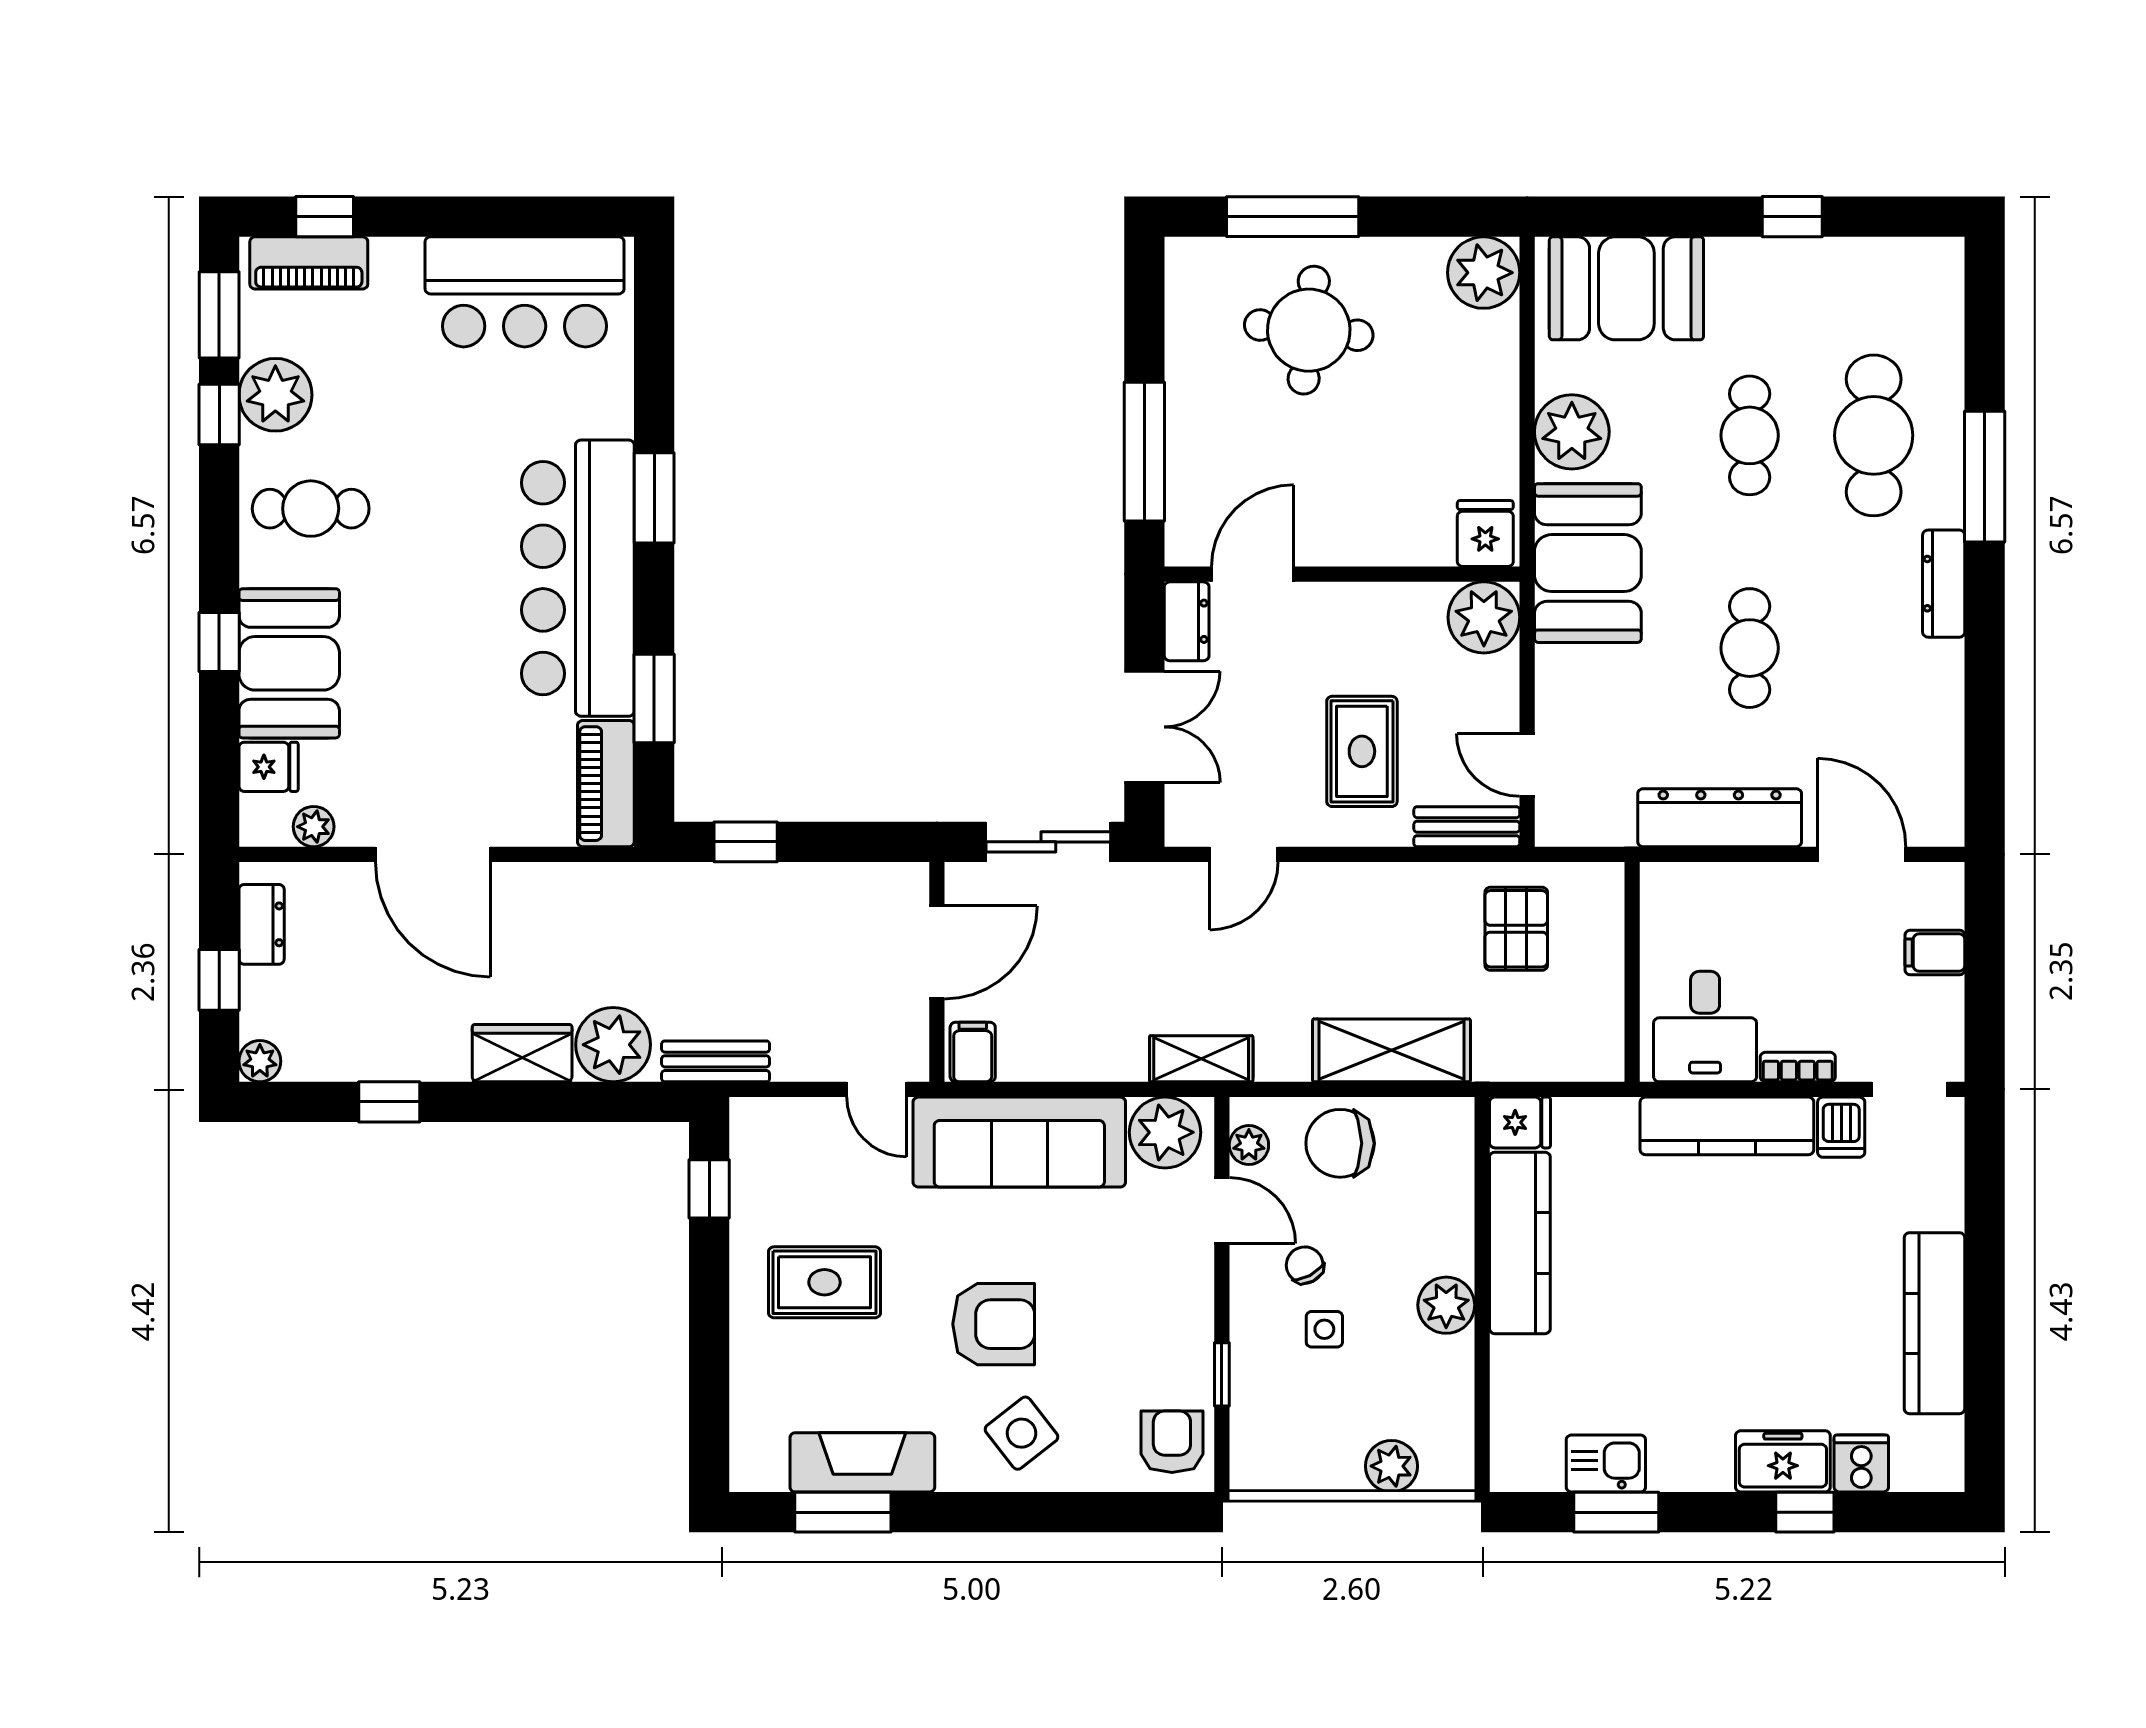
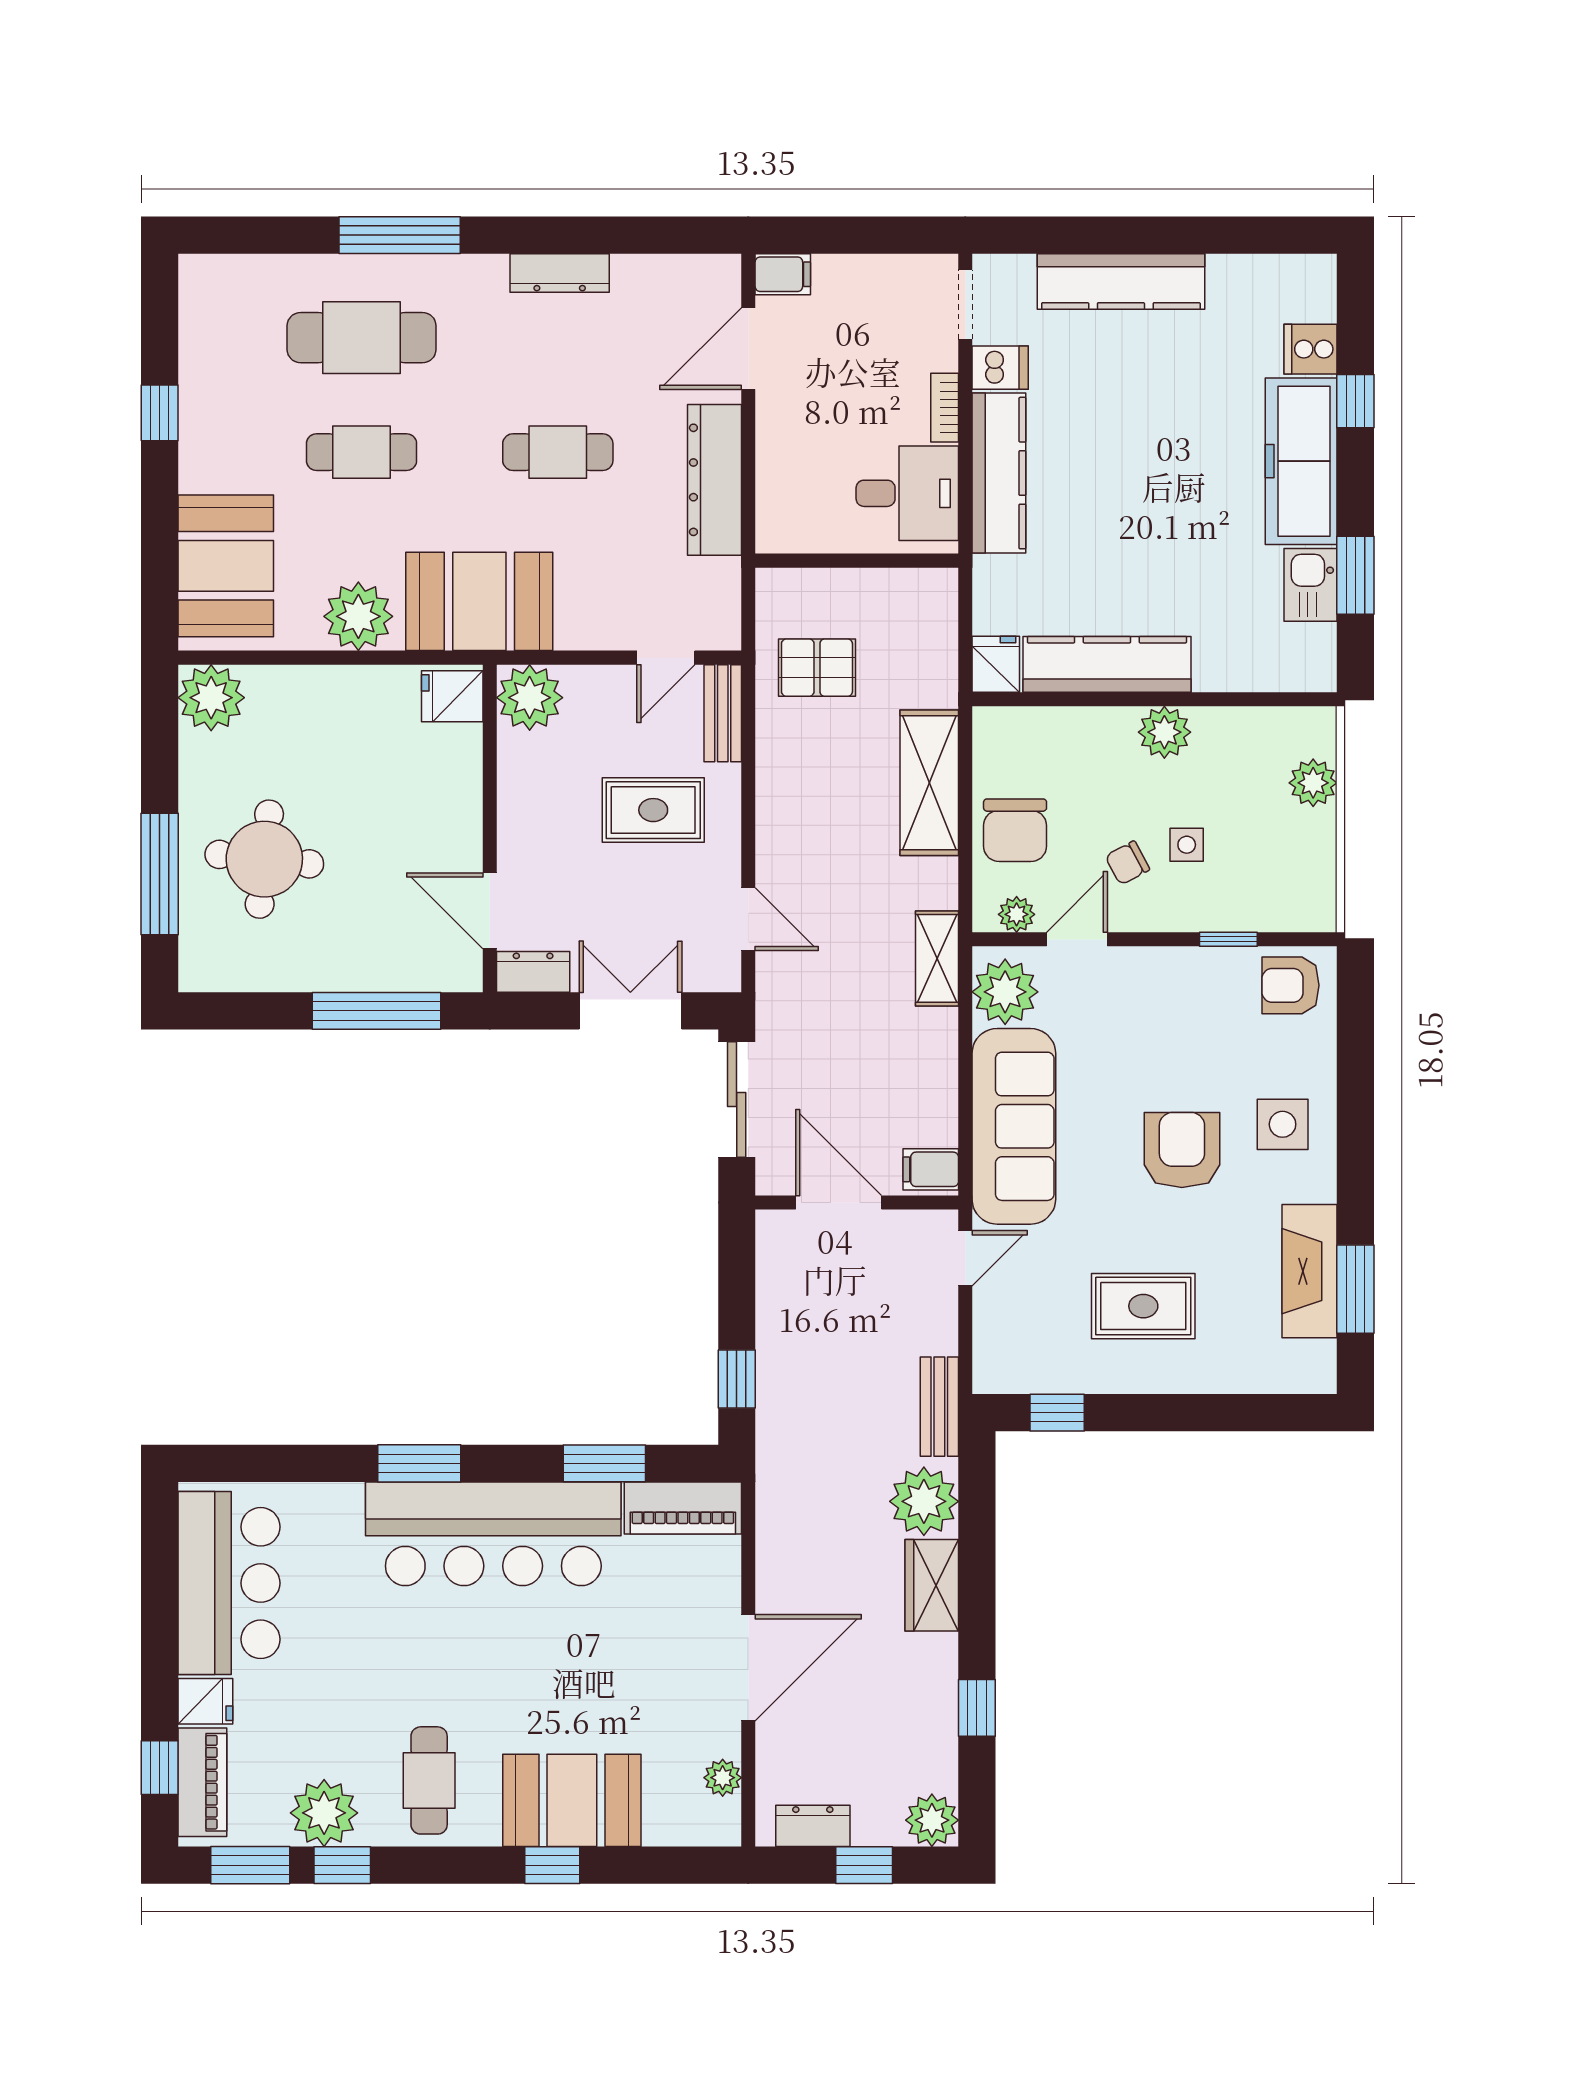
dresser: (1944, 584) -> (560, 273), moved
fridge: (269, 767) -> (205, 1701), moved, turned 90
filing cabinet: (1935, 953) -> (783, 274), moved, turned -90
plant: (260, 1061) -> (932, 1820), width x1.38, depth x1.38
rug: (825, 1282) -> (1143, 1306), turned 90
kitchen counter: (1935, 1323) -> (1121, 281), moved
side table: (1022, 1433) -> (1283, 1124), turned 38
freezer: (1783, 1461) -> (1301, 461), width x1.91, depth x1.26

